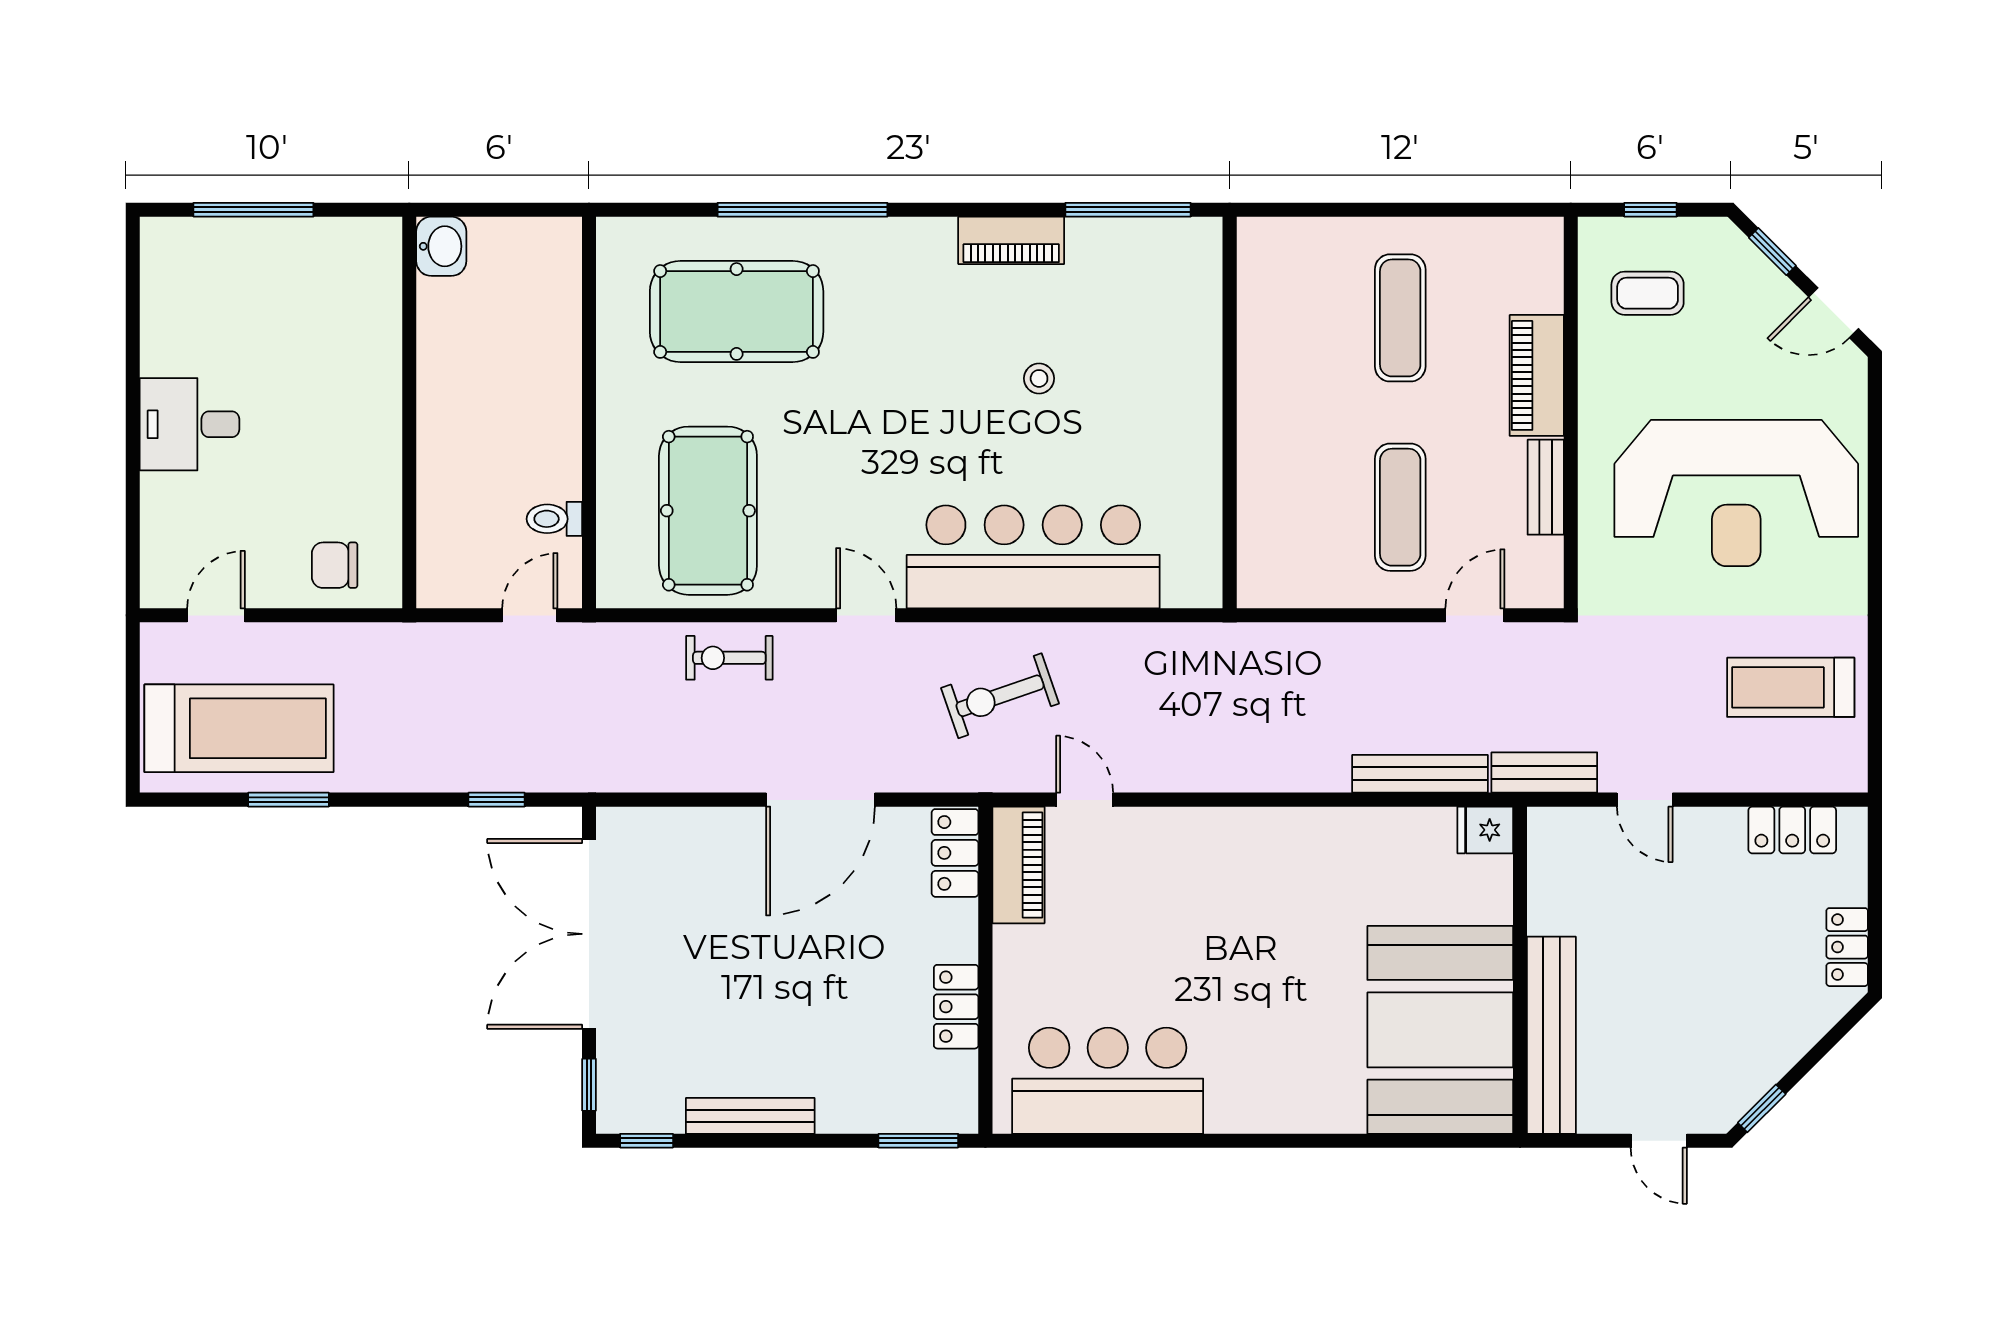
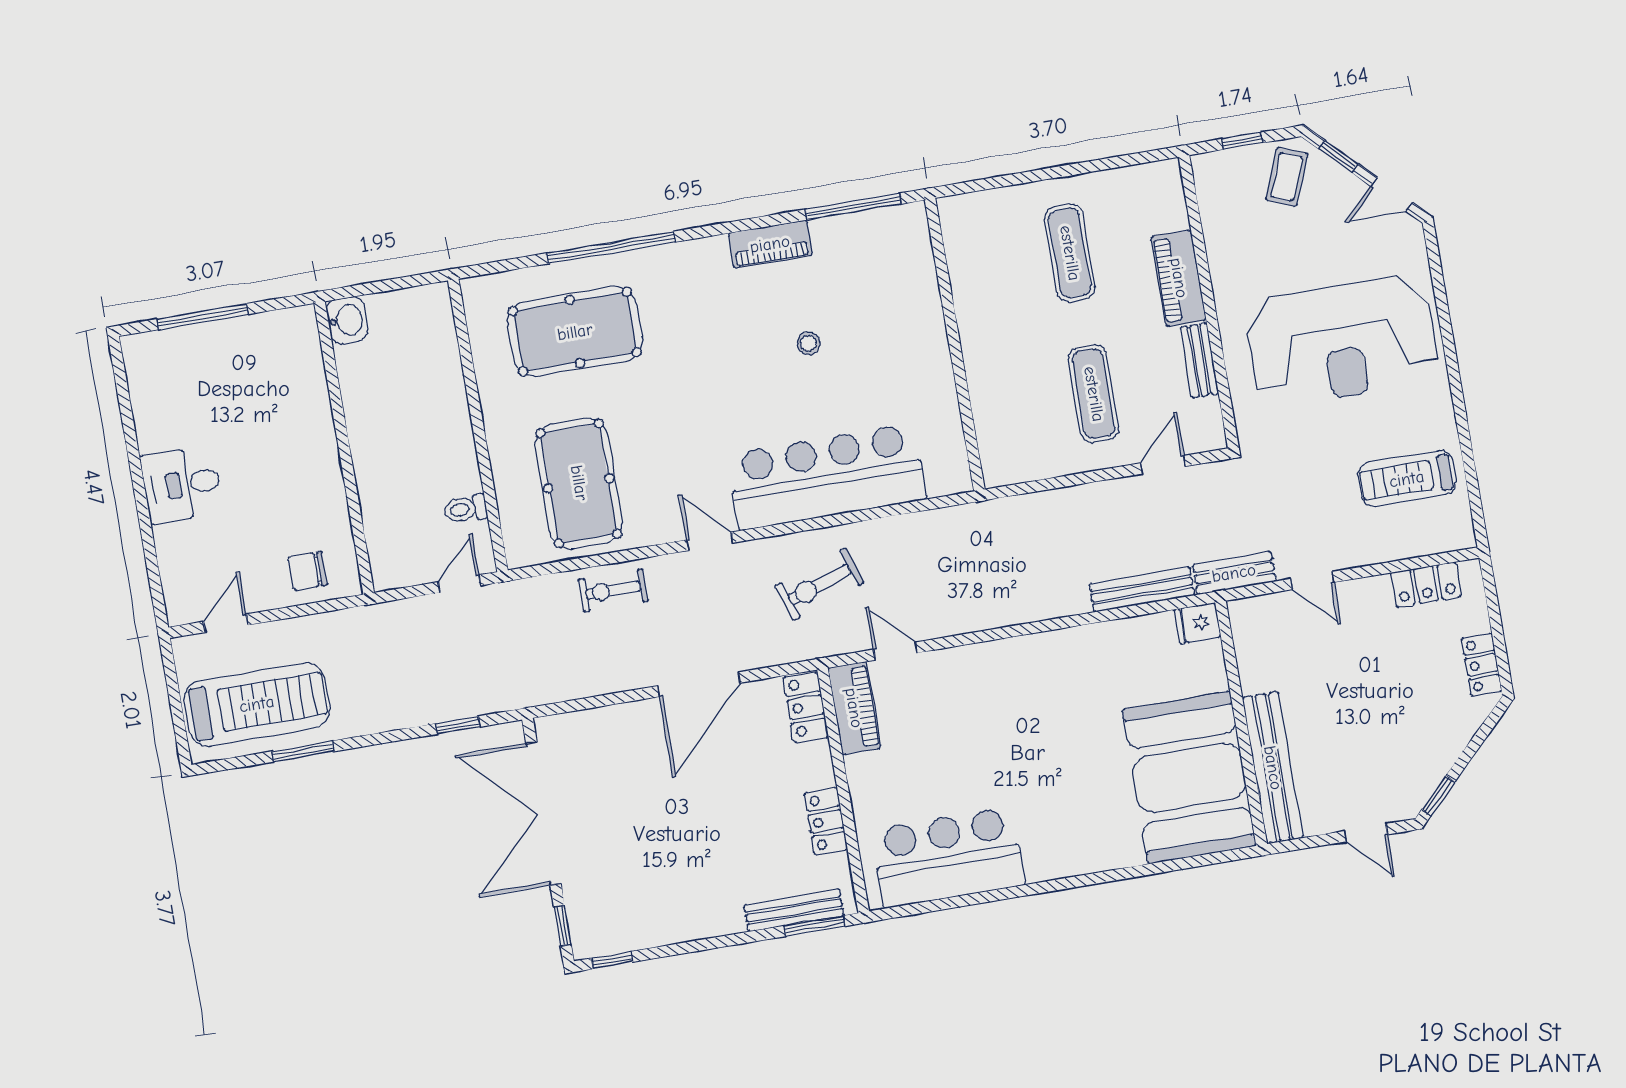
coffee table: (1648, 293) -> (1287, 177), moved, turned -68
bench: (750, 1116) -> (794, 910), moved

